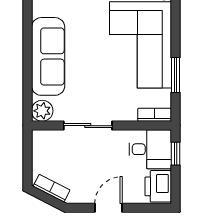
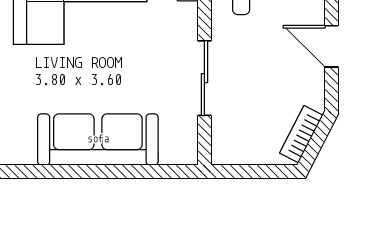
plant: (42, 111) -> (182, 149), removed

